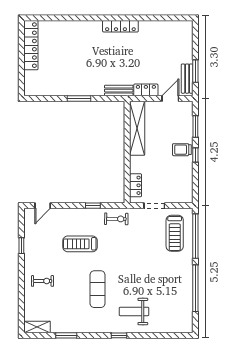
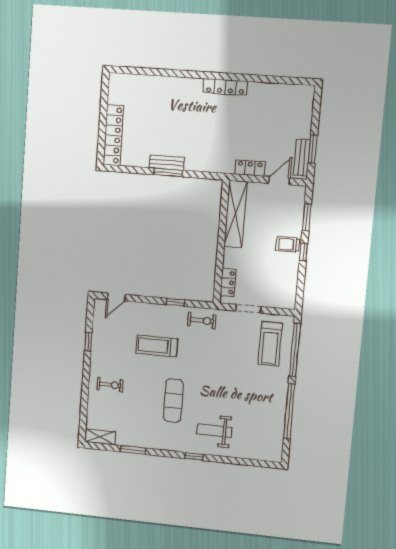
locker: (31, 45) -> (113, 135), moved
bench: (119, 91) -> (167, 163), moved

